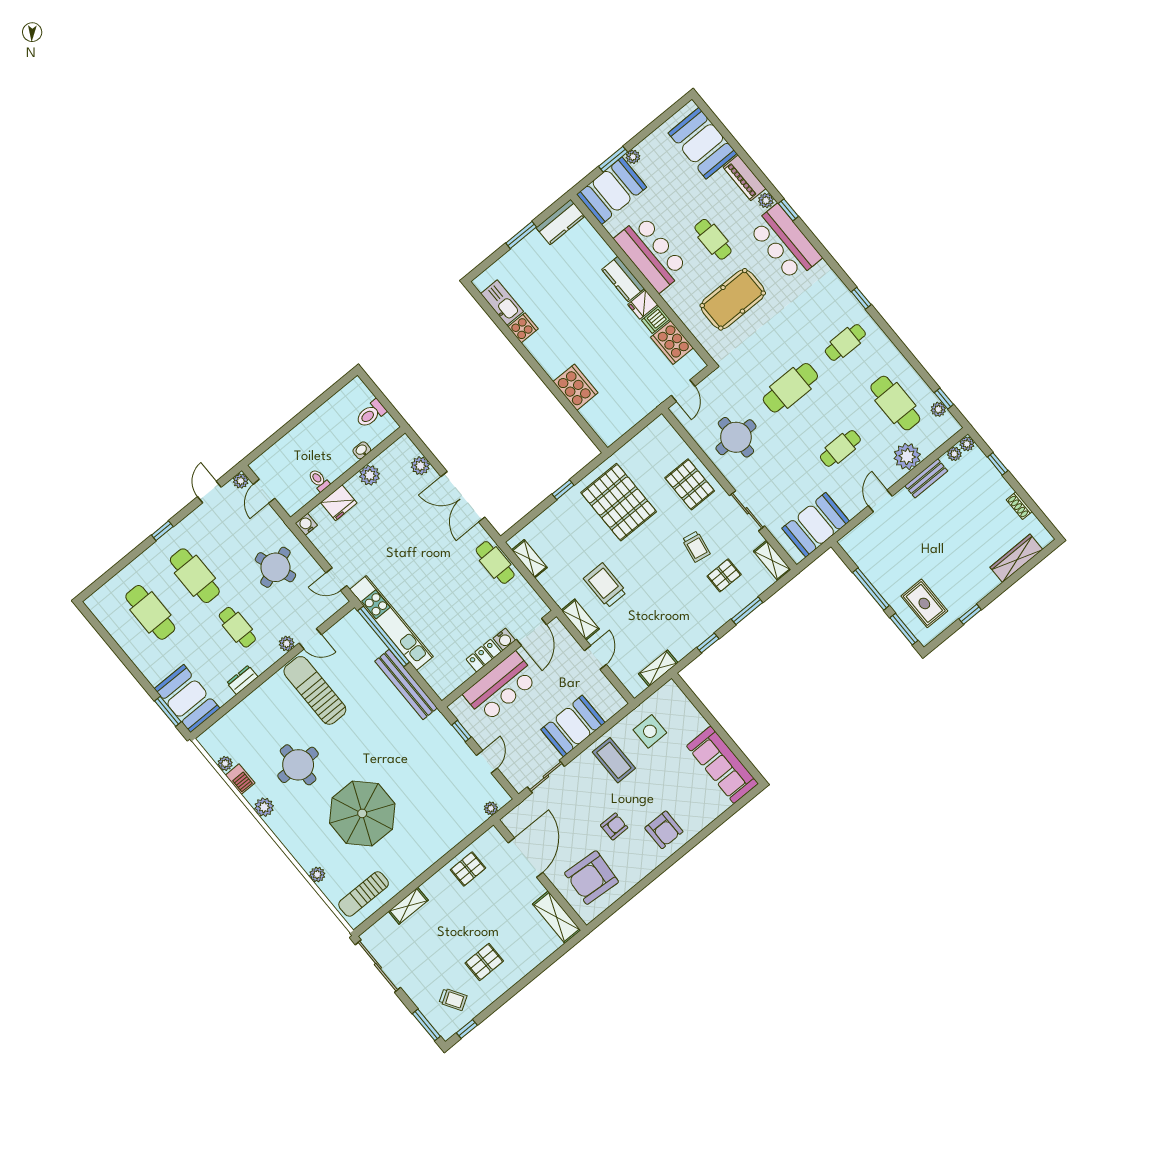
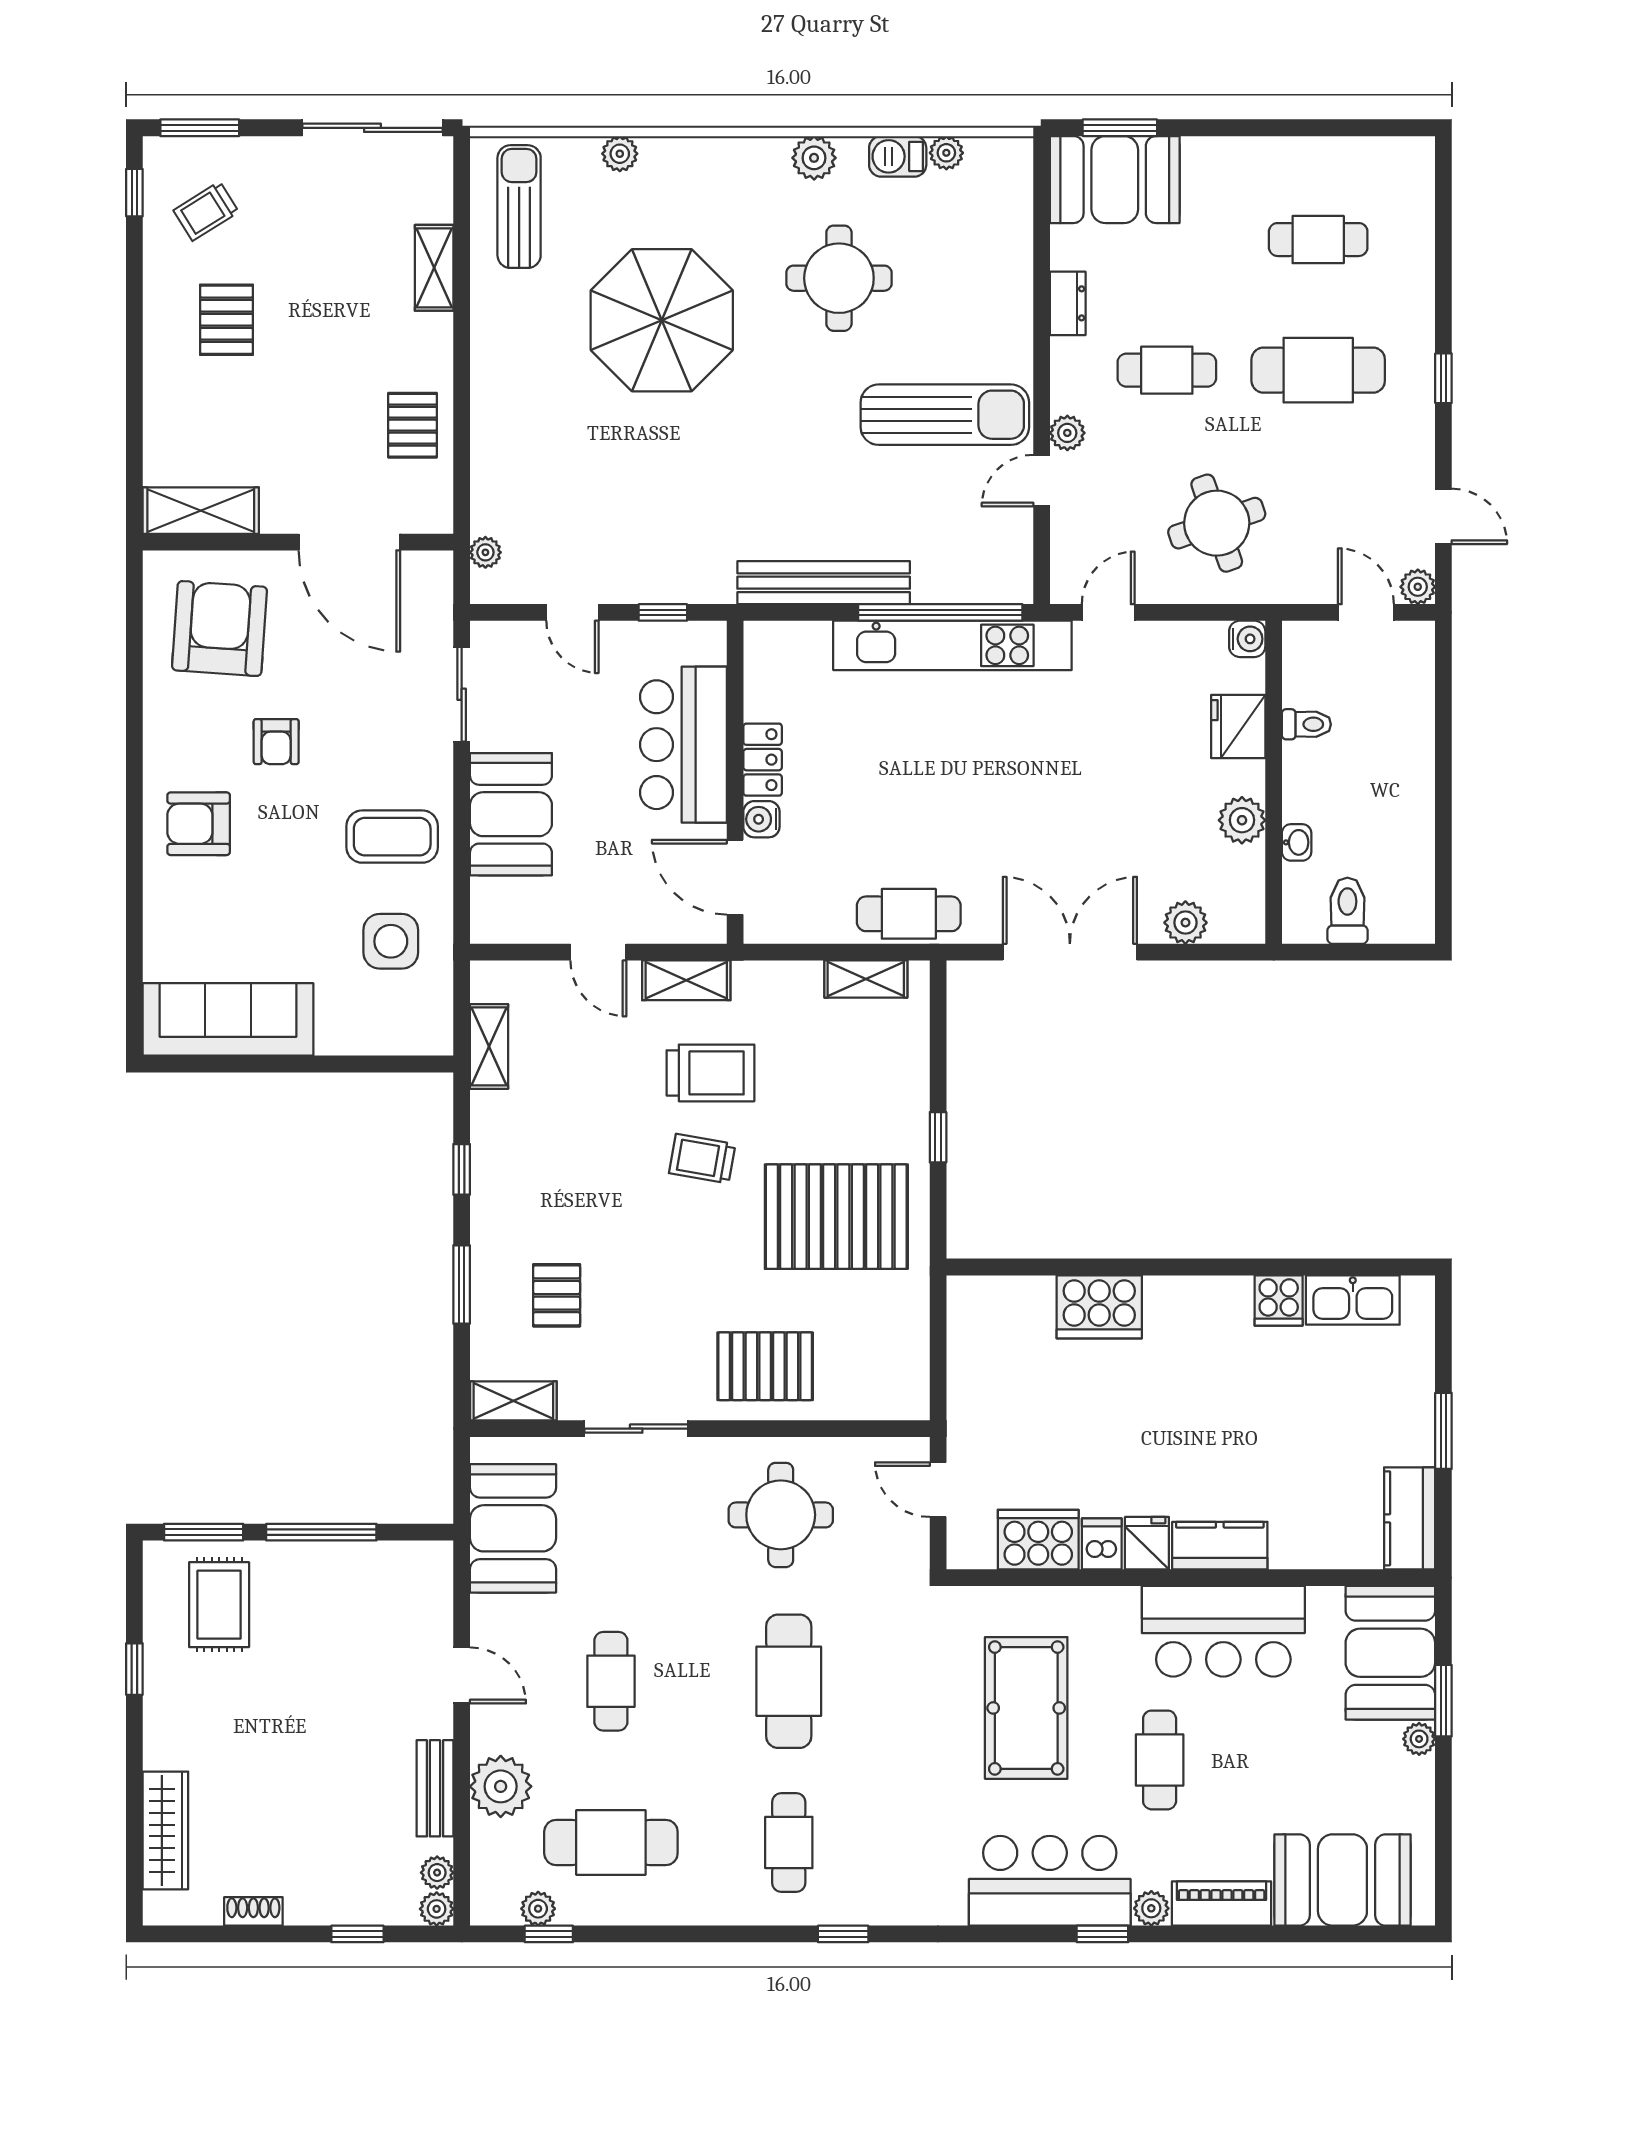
cafe table: (713, 239) -> (1160, 1760), turned 90
trolley: (696, 547) -> (702, 1159), moved
rug: (924, 603) -> (219, 1605), turned 90
cafe table: (150, 612) -> (1318, 240), width x0.73, depth x0.74

